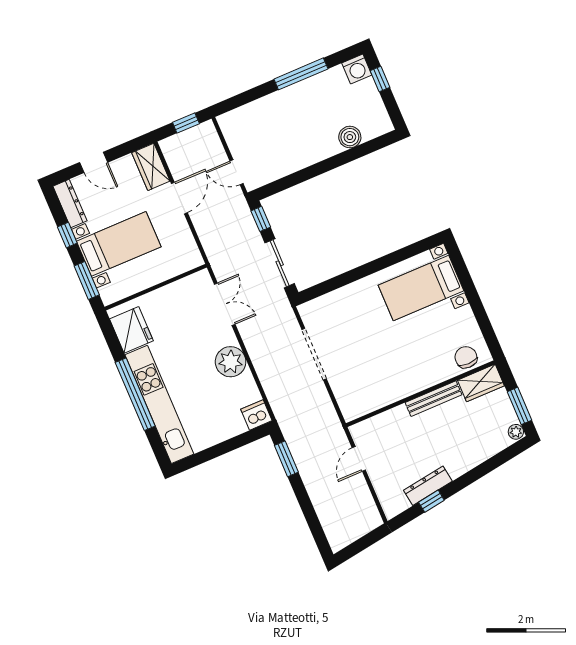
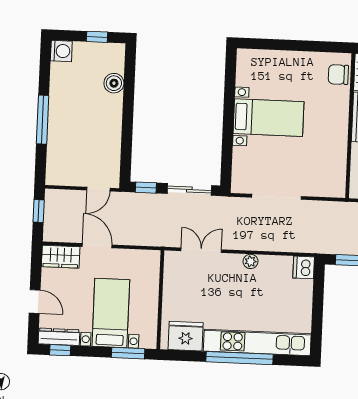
window: (301, 74) -> (43, 120), moved
window: (380, 79) -> (97, 37), moved
door: (94, 162) -> (35, 302), hinge flipped
window: (67, 235) -> (60, 350), moved
bed with nightstands: (421, 288) -> (268, 118), moved, turned -90
plant: (231, 362) -> (251, 261), width x0.53, depth x0.53

